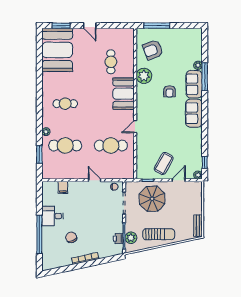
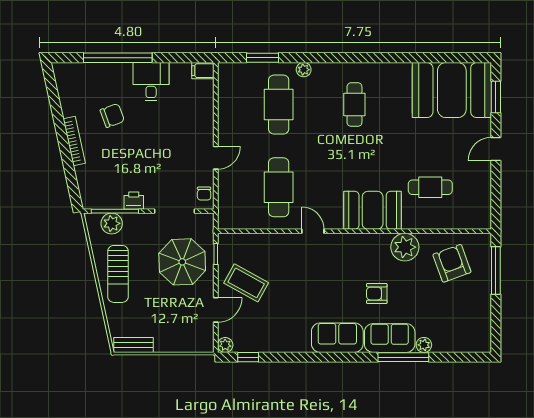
door: (179, 180) -> (216, 310), hinge flipped
filing cabinet: (63, 187) -> (203, 71), moved
printer: (118, 239) -> (134, 201), moved

